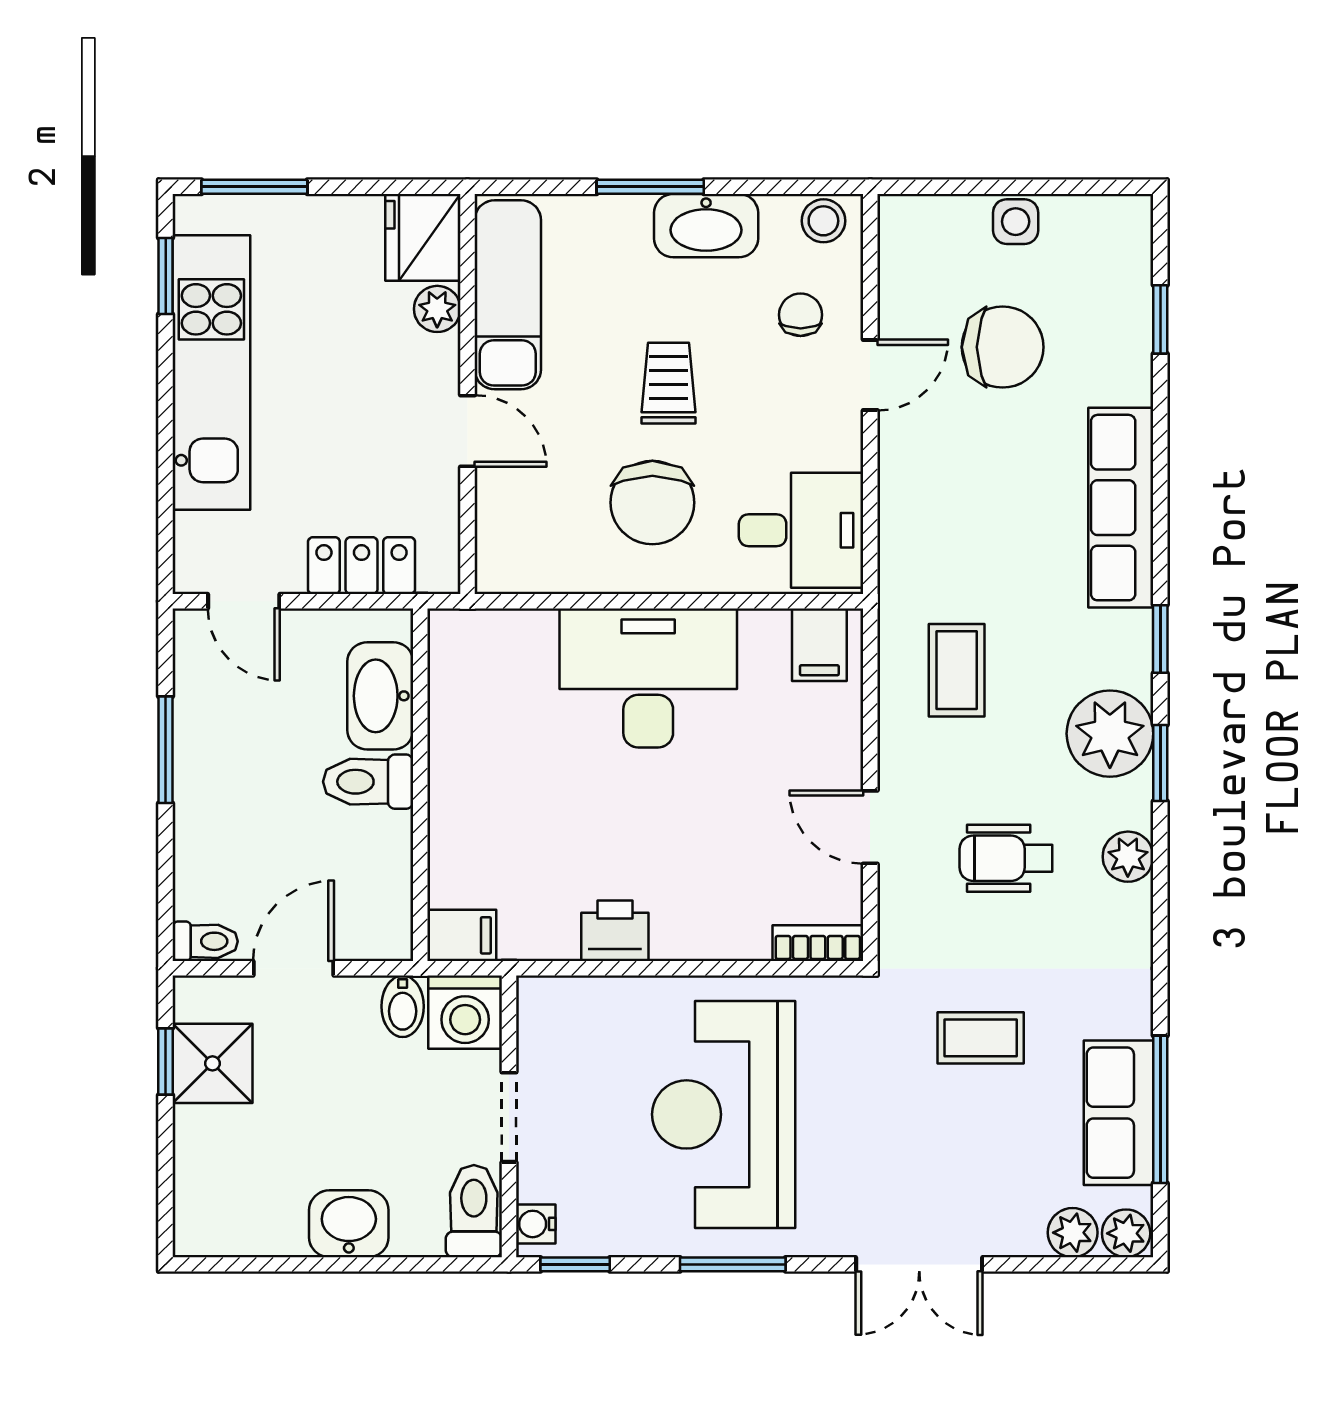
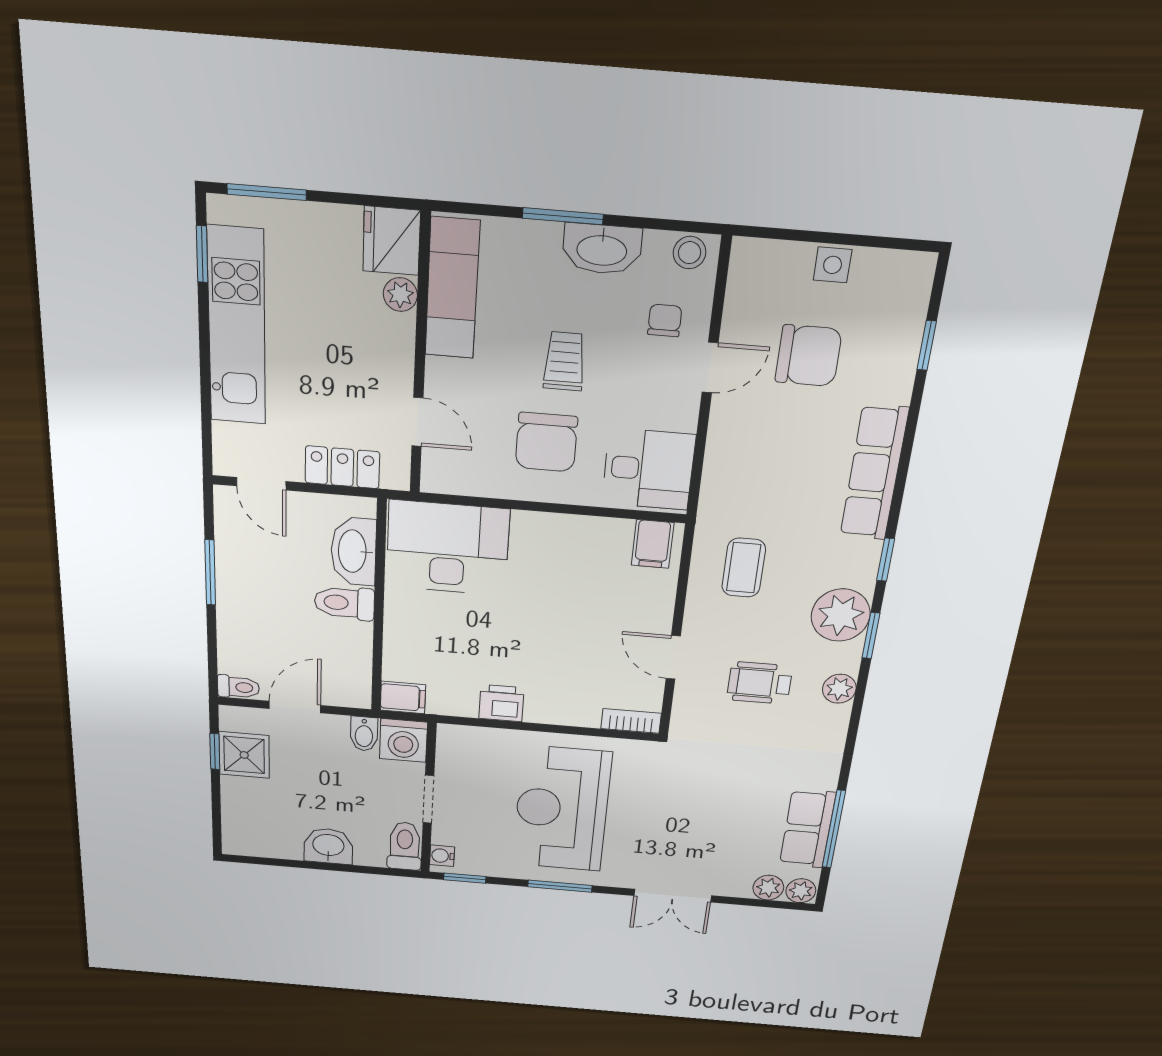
door: (468, 431) -> (417, 422), moved
desk: (648, 678) -> (448, 548), moved
coffee table: (981, 1038) -> (728, 782), removed

